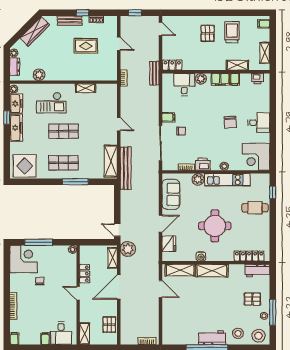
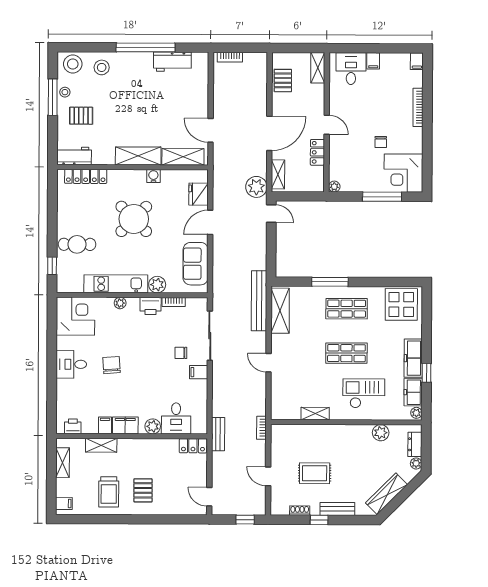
round table: (215, 226) -> (134, 219), turned 45
workbench: (212, 338) -> (172, 62), moved

